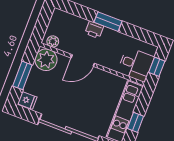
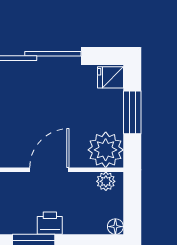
floor lamp: (57, 13) -> (115, 227), added

